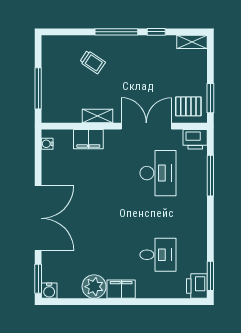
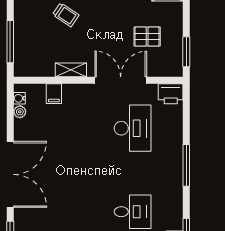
pallet: (188, 106) -> (147, 37), moved
filing cabinet: (88, 139) -> (54, 94), width x0.50
plant: (48, 157) -> (20, 112), added
window: (210, 176) -> (186, 165), moved

